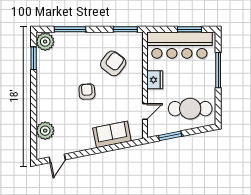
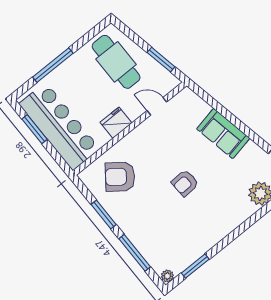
window: (125, 29) -> (104, 214), moved
plant: (45, 42) -> (167, 276), width x0.53, depth x0.53
armchair: (113, 63) -> (120, 177), moved
sofa: (112, 134) -> (223, 133), moved

